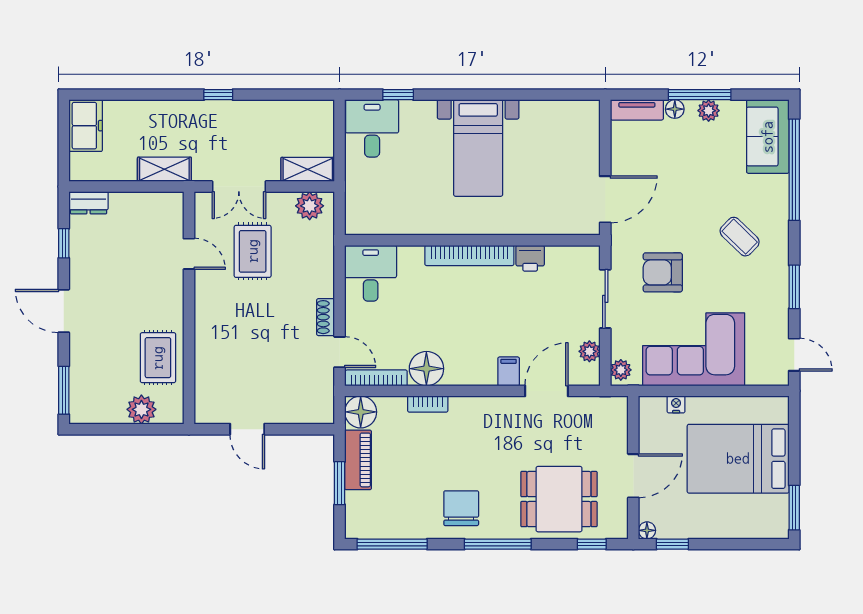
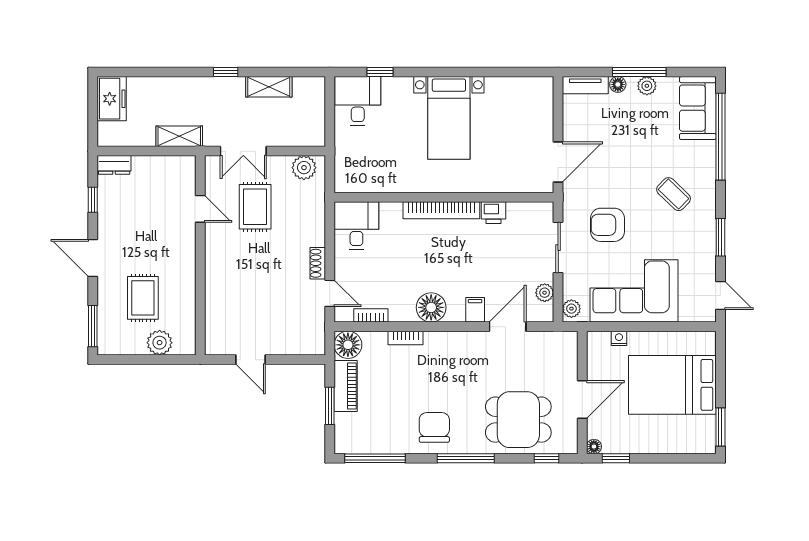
shelving: (308, 169) -> (269, 87), moved
rug: (158, 358) -> (143, 298), moved
floor lamp: (426, 369) -> (431, 307), moved
bookcase: (376, 378) -> (371, 315), width x0.64

